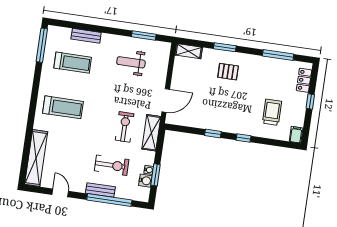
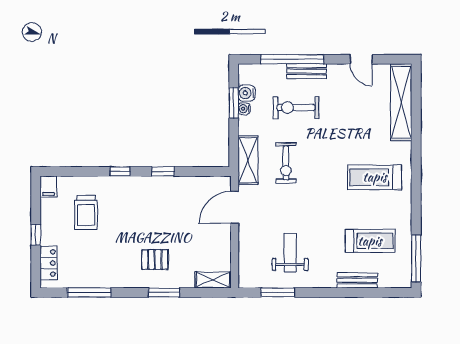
weight bench: (131, 62) -> (290, 253), turned -90
treadmill: (73, 63) -> (370, 241), turned 180

